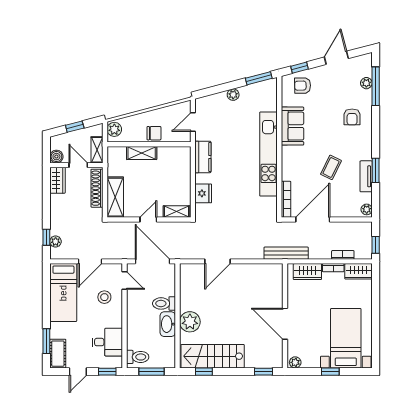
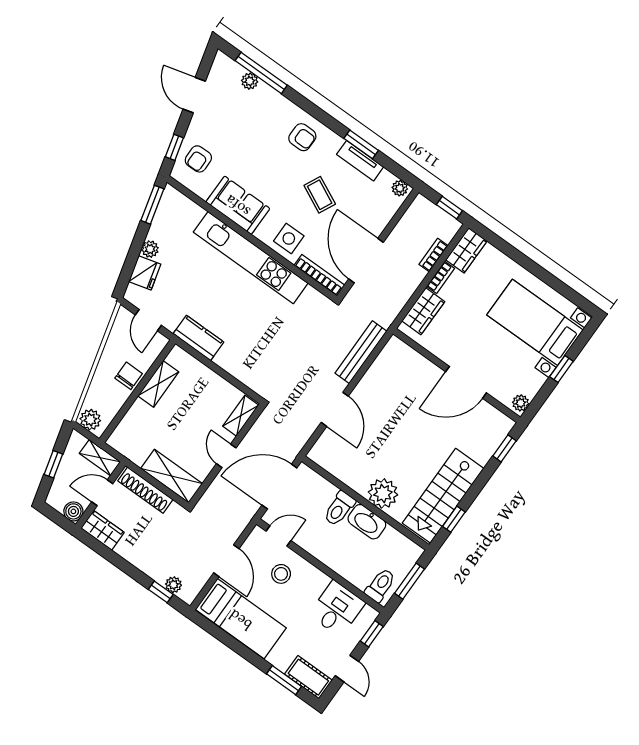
armchair: (352, 117) -> (302, 137), moved
shelving: (142, 153) -> (158, 384), moved
side table: (294, 168) -> (289, 238), added
fridge: (203, 193) -> (145, 273), moved, turned 75
bench: (286, 253) -> (361, 352), moved

